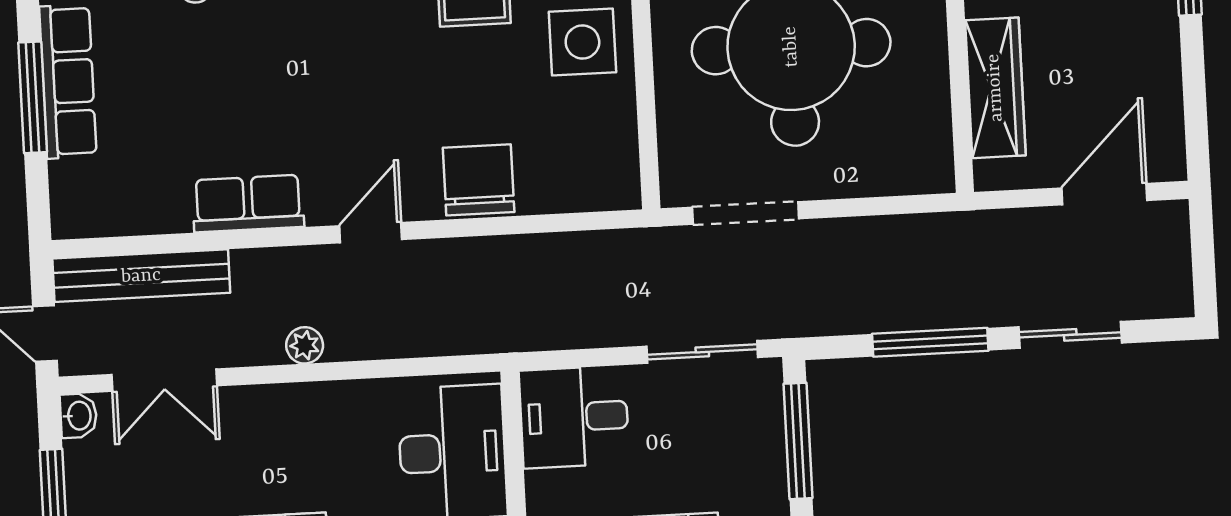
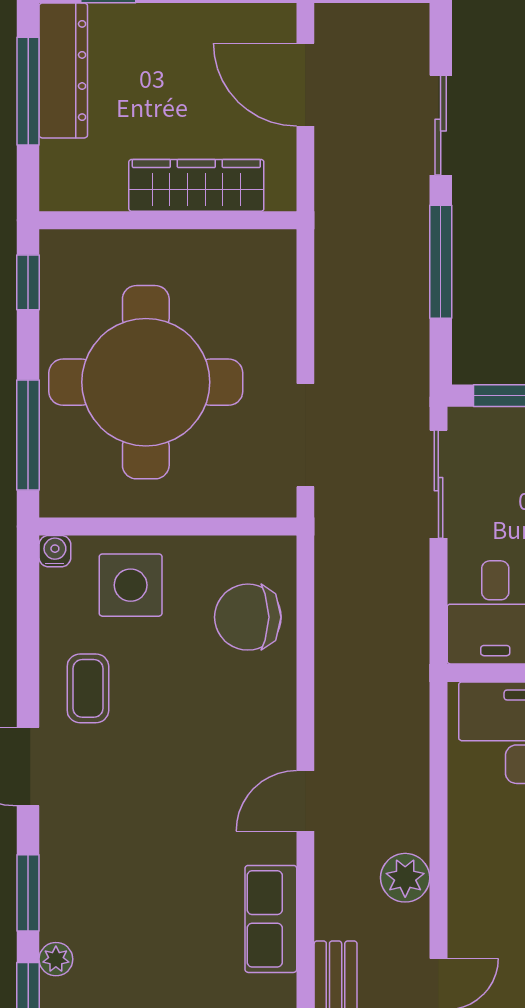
chair: (479, 180) -> (248, 617), moved
door: (371, 233) -> (305, 801), hinge flipped
plant: (305, 345) -> (405, 878), width x1.38, depth x1.38

